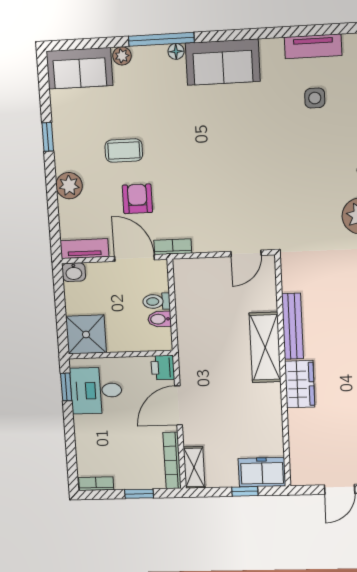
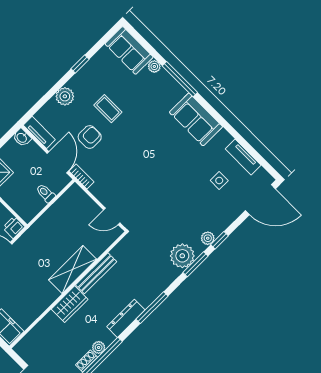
floor lamp: (176, 51) -> (181, 92), removed
bidet: (160, 319) -> (38, 203), removed

